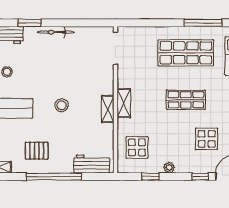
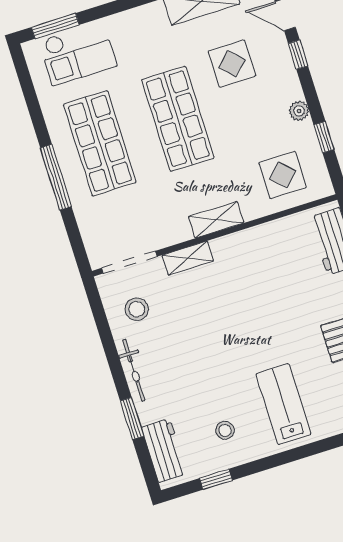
window: (203, 23) -> (56, 177), moved
shop shelf: (186, 100) -> (178, 119), width x1.43, depth x1.36
stool: (62, 105) -> (137, 309), moved
shelving: (108, 109) -> (188, 258), moved

